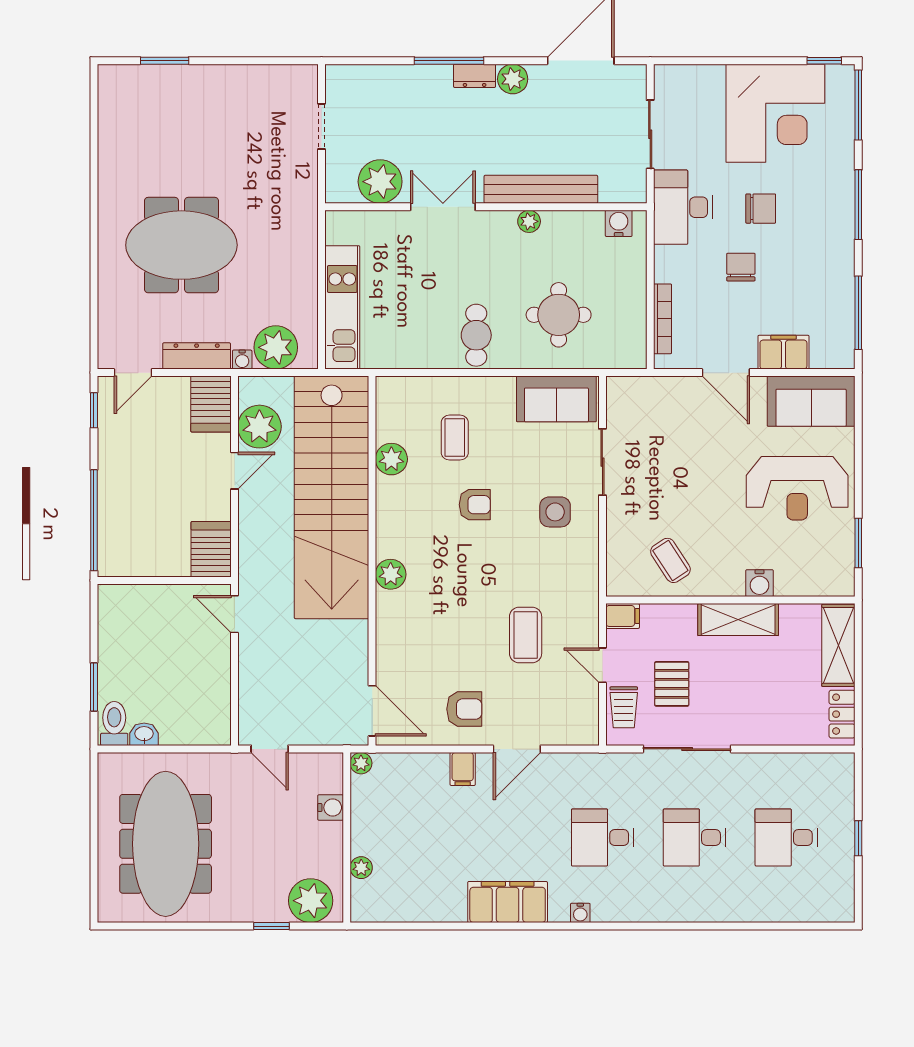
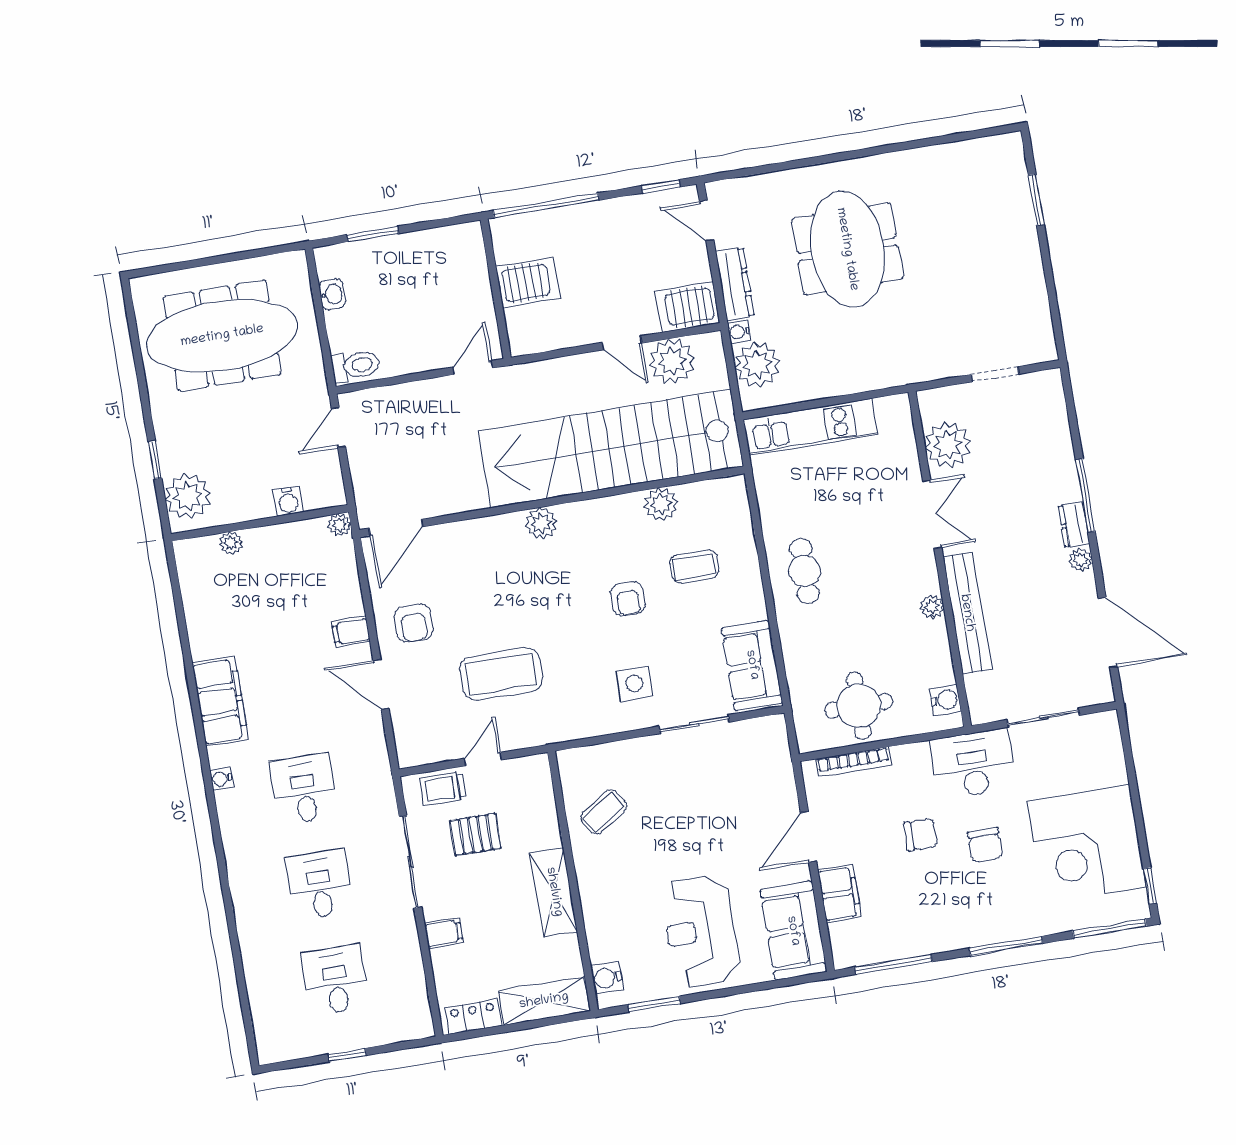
plant: (513, 79) -> (1081, 560), width x0.73, depth x0.73
round table: (559, 315) -> (859, 706), moved
cafe table: (476, 335) -> (804, 571), turned 90
server rack: (211, 549) -> (528, 282), moved
water cooler: (759, 583) -> (607, 978), moved
filing cabinet: (623, 616) -> (444, 933), moved, turned -90
coffee table: (526, 635) -> (501, 674), width x1.36, depth x1.32
toilet: (114, 723) -> (355, 365), moved

